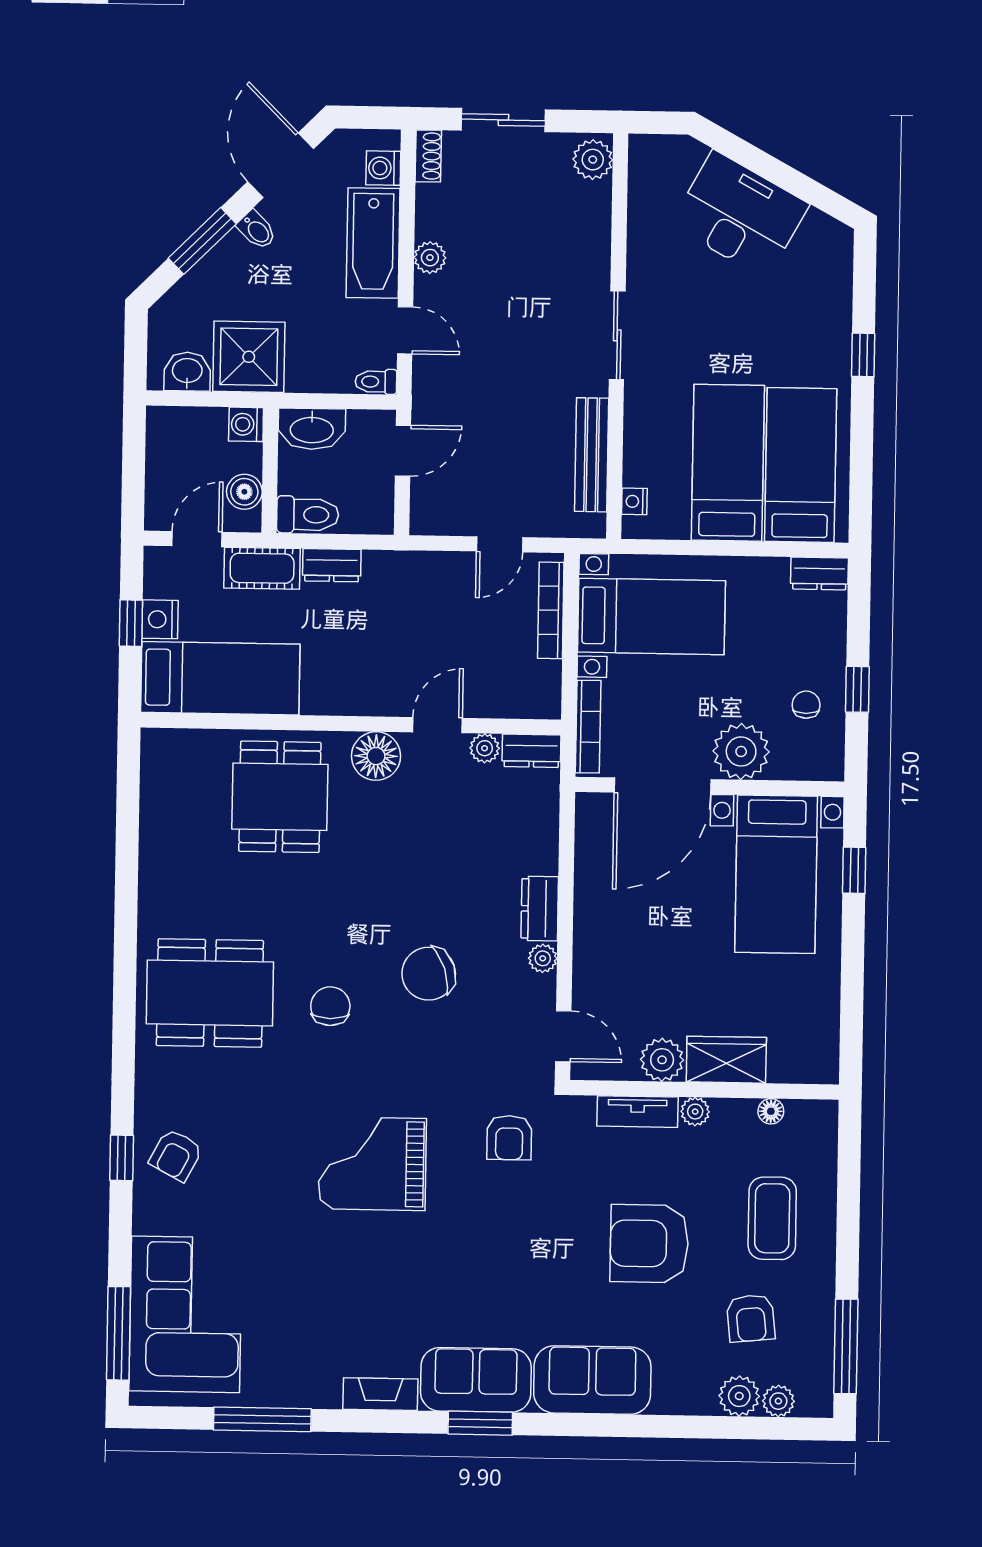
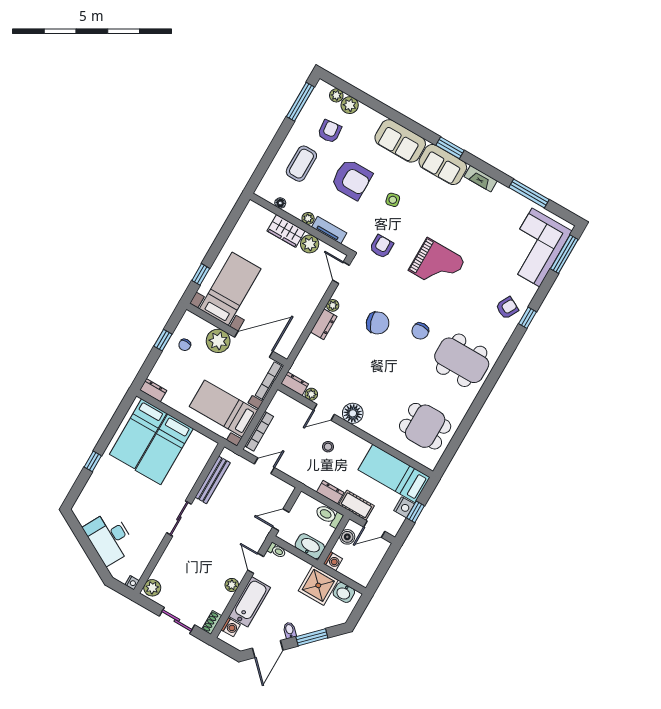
nightstand: (634, 501) -> (132, 583), moved
stool: (389, 658) -> (328, 447), added
dining table: (280, 797) -> (425, 426), moved, turned 90
side table: (540, 1248) -> (393, 200), added

